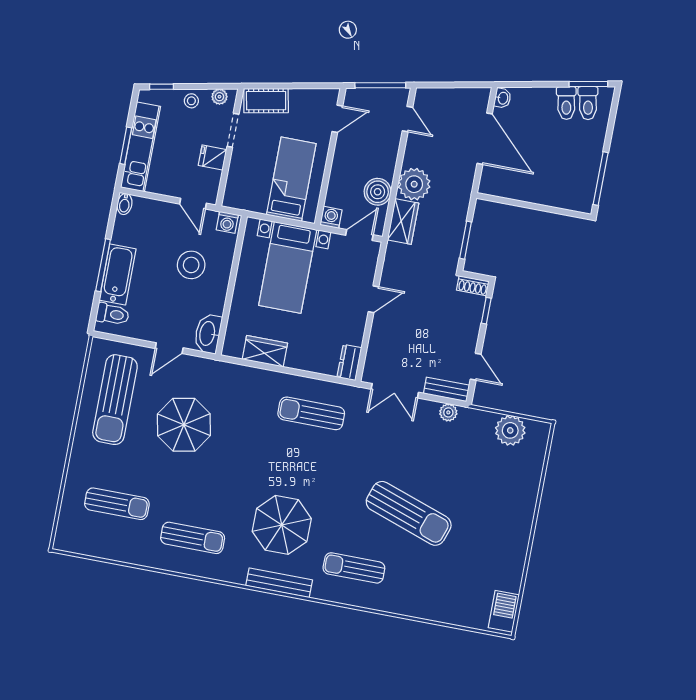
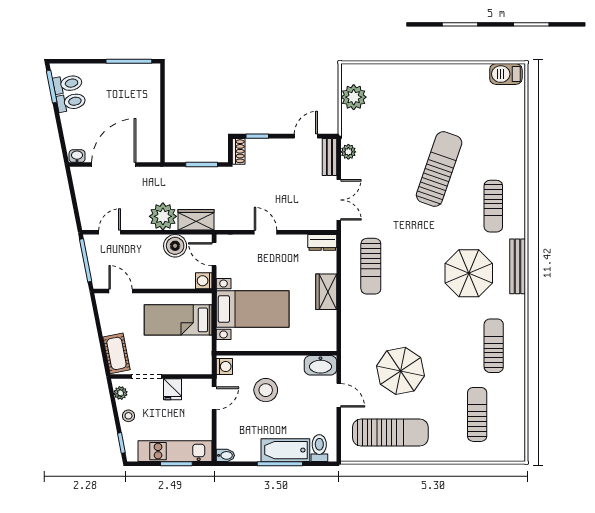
wardrobe: (265, 351) -> (326, 292), moved

